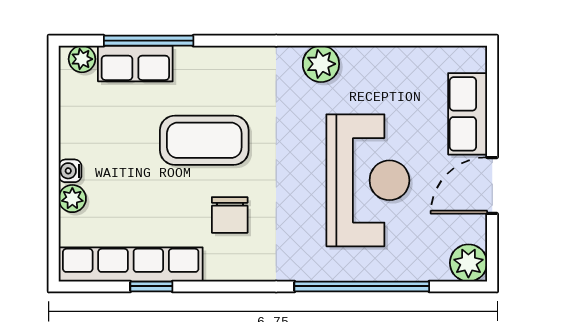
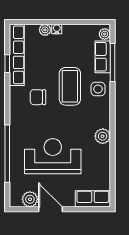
side table: (211, 75) -> (98, 89), added
row of seats: (468, 114) -> (93, 199), moved
reception desk: (368, 180) -> (53, 156), turned 180
plant: (468, 263) -> (30, 199), moved

